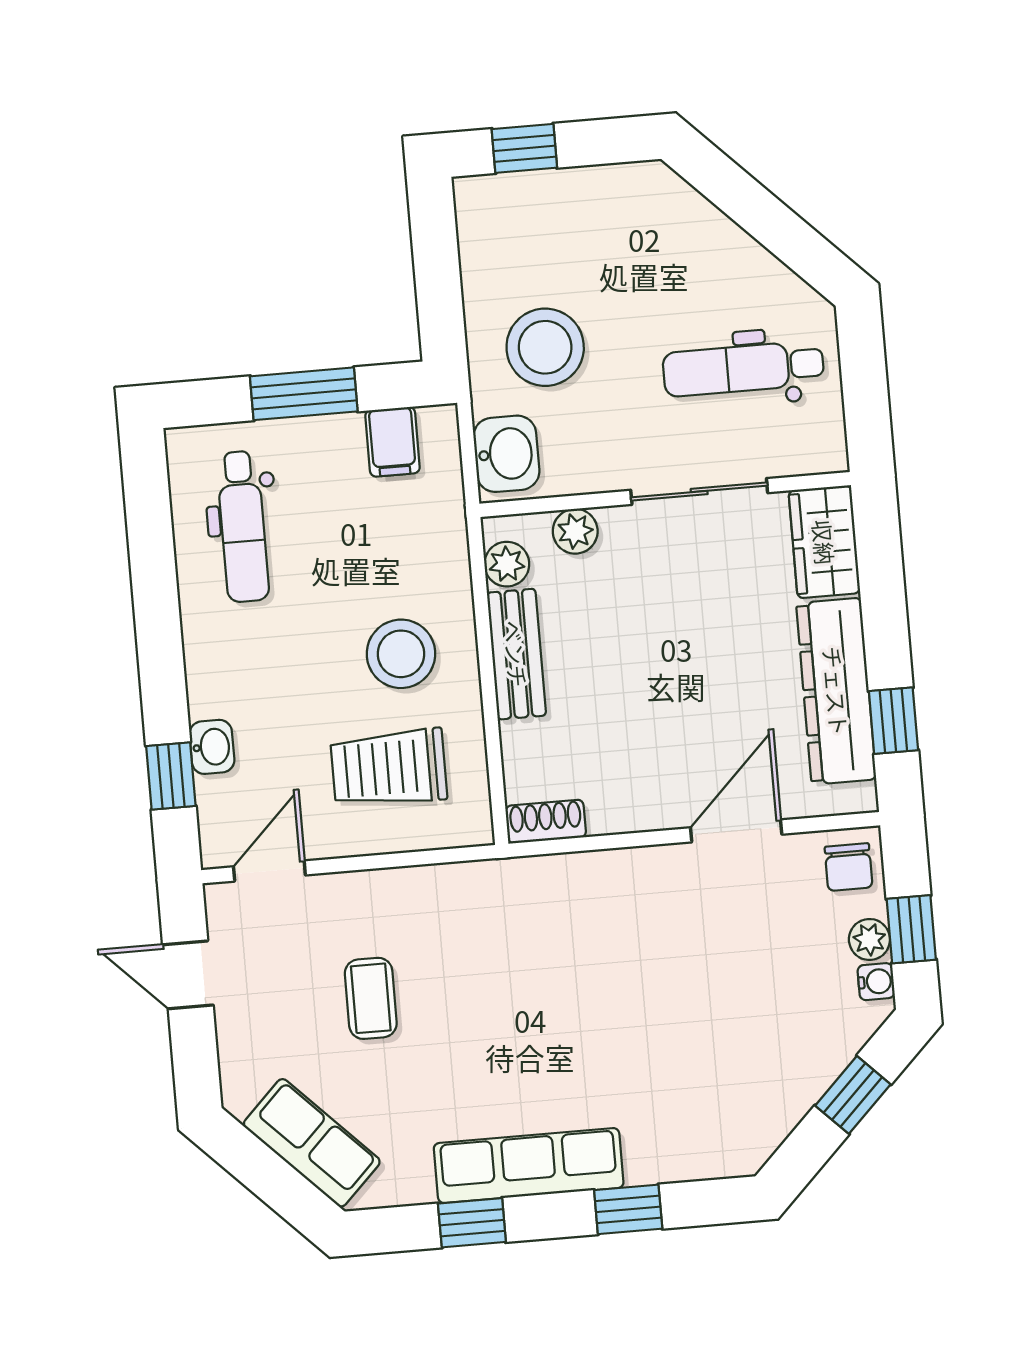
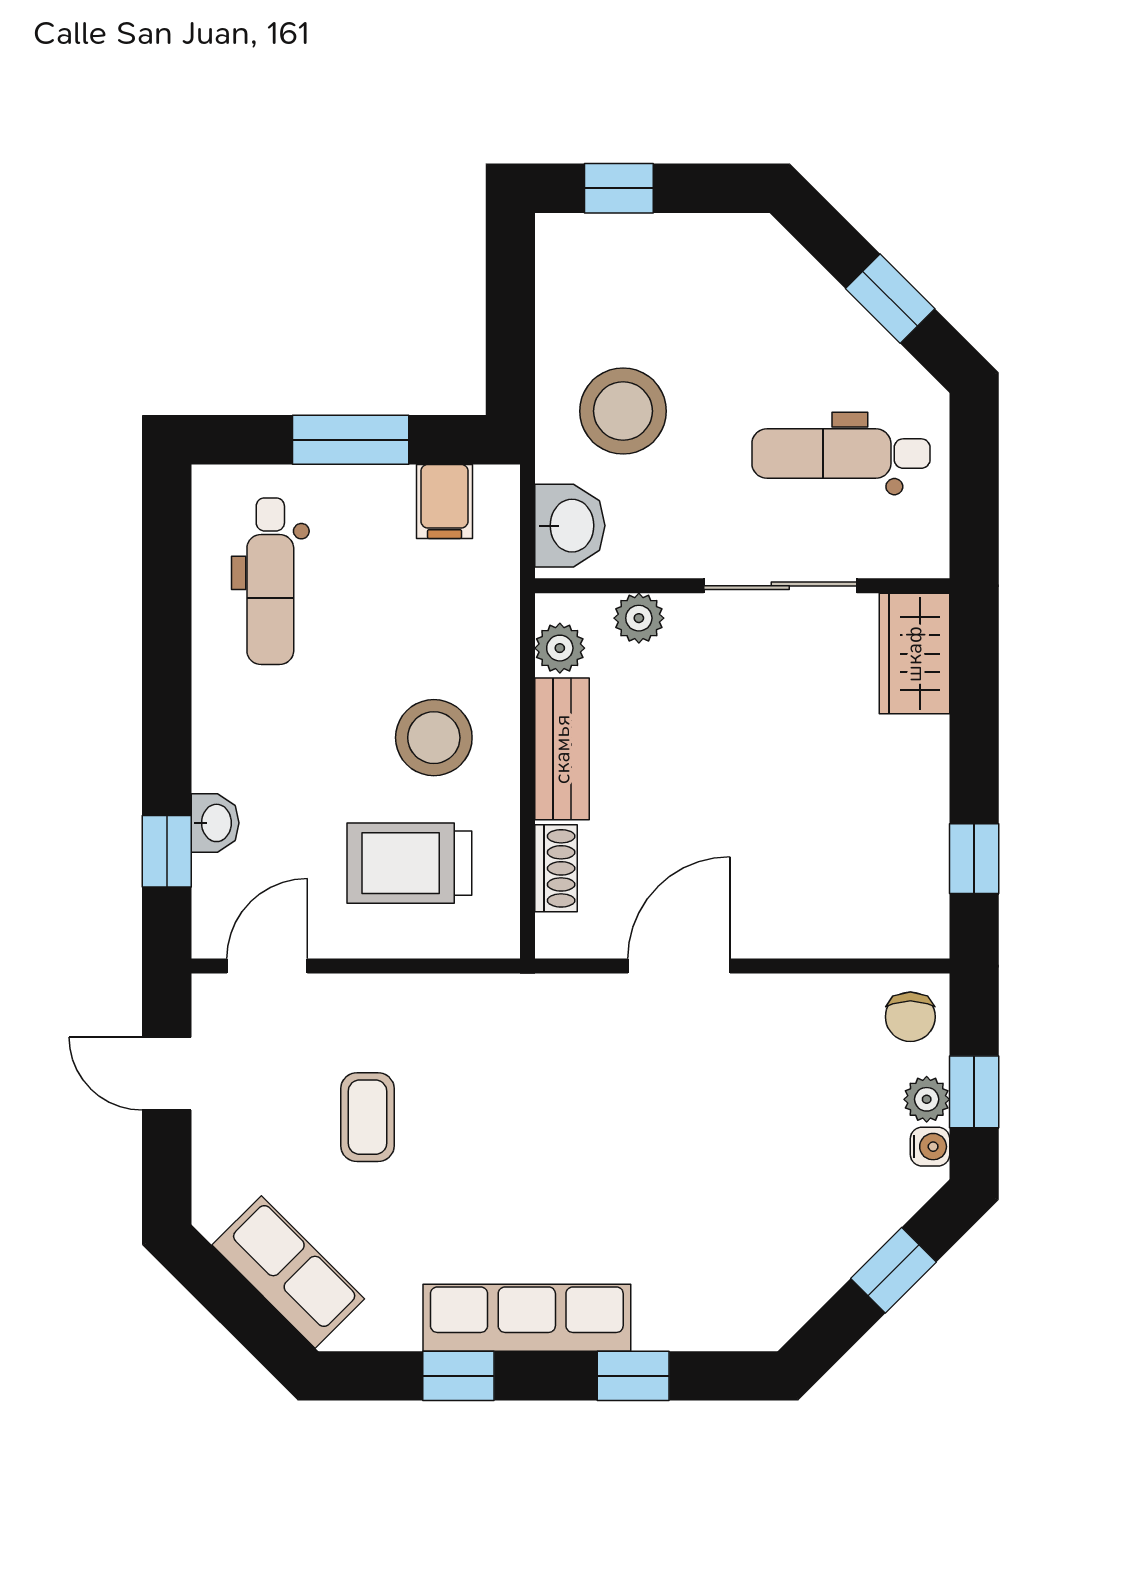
window: (775, 226) -> (890, 299), added
dresser: (836, 691) -> (913, 820), removed
shoe rack: (546, 822) -> (556, 868), moved, turned 90
door: (736, 831) -> (679, 966), moved

